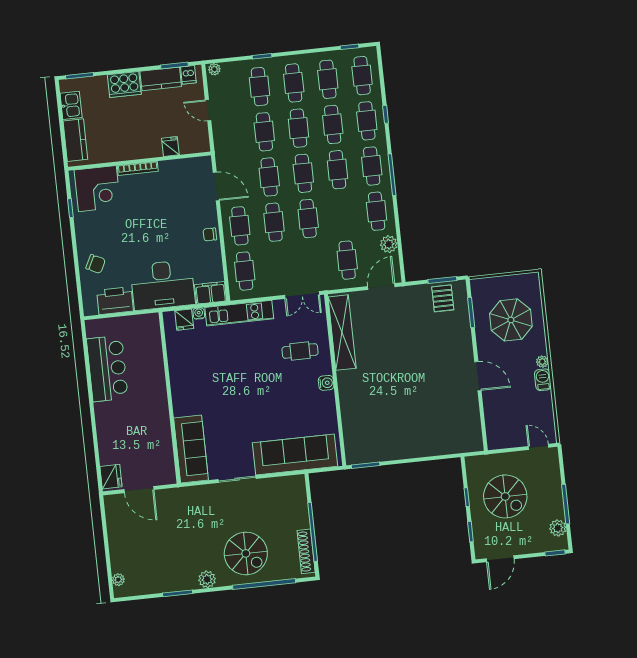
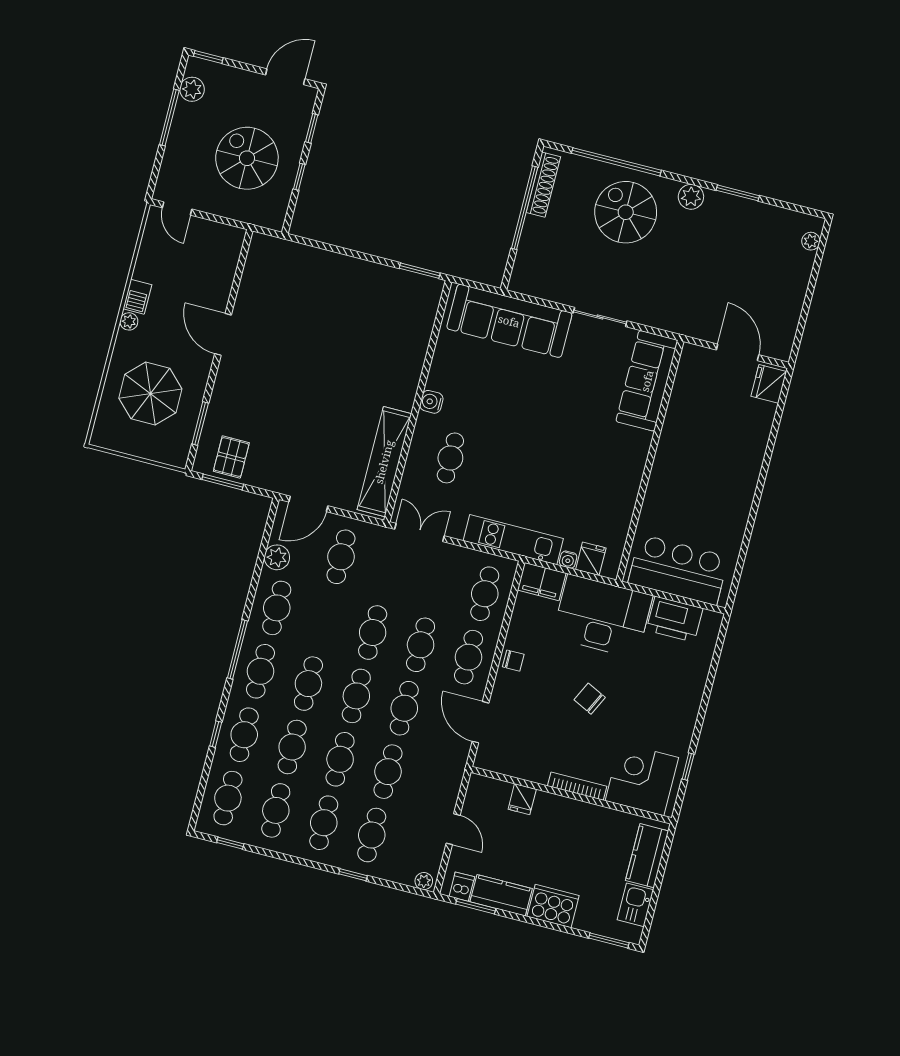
chair: (96, 264) -> (590, 699), moved
cafe table: (300, 351) -> (450, 458), turned 90
bar counter: (107, 369) -> (678, 570), moved, turned 90

